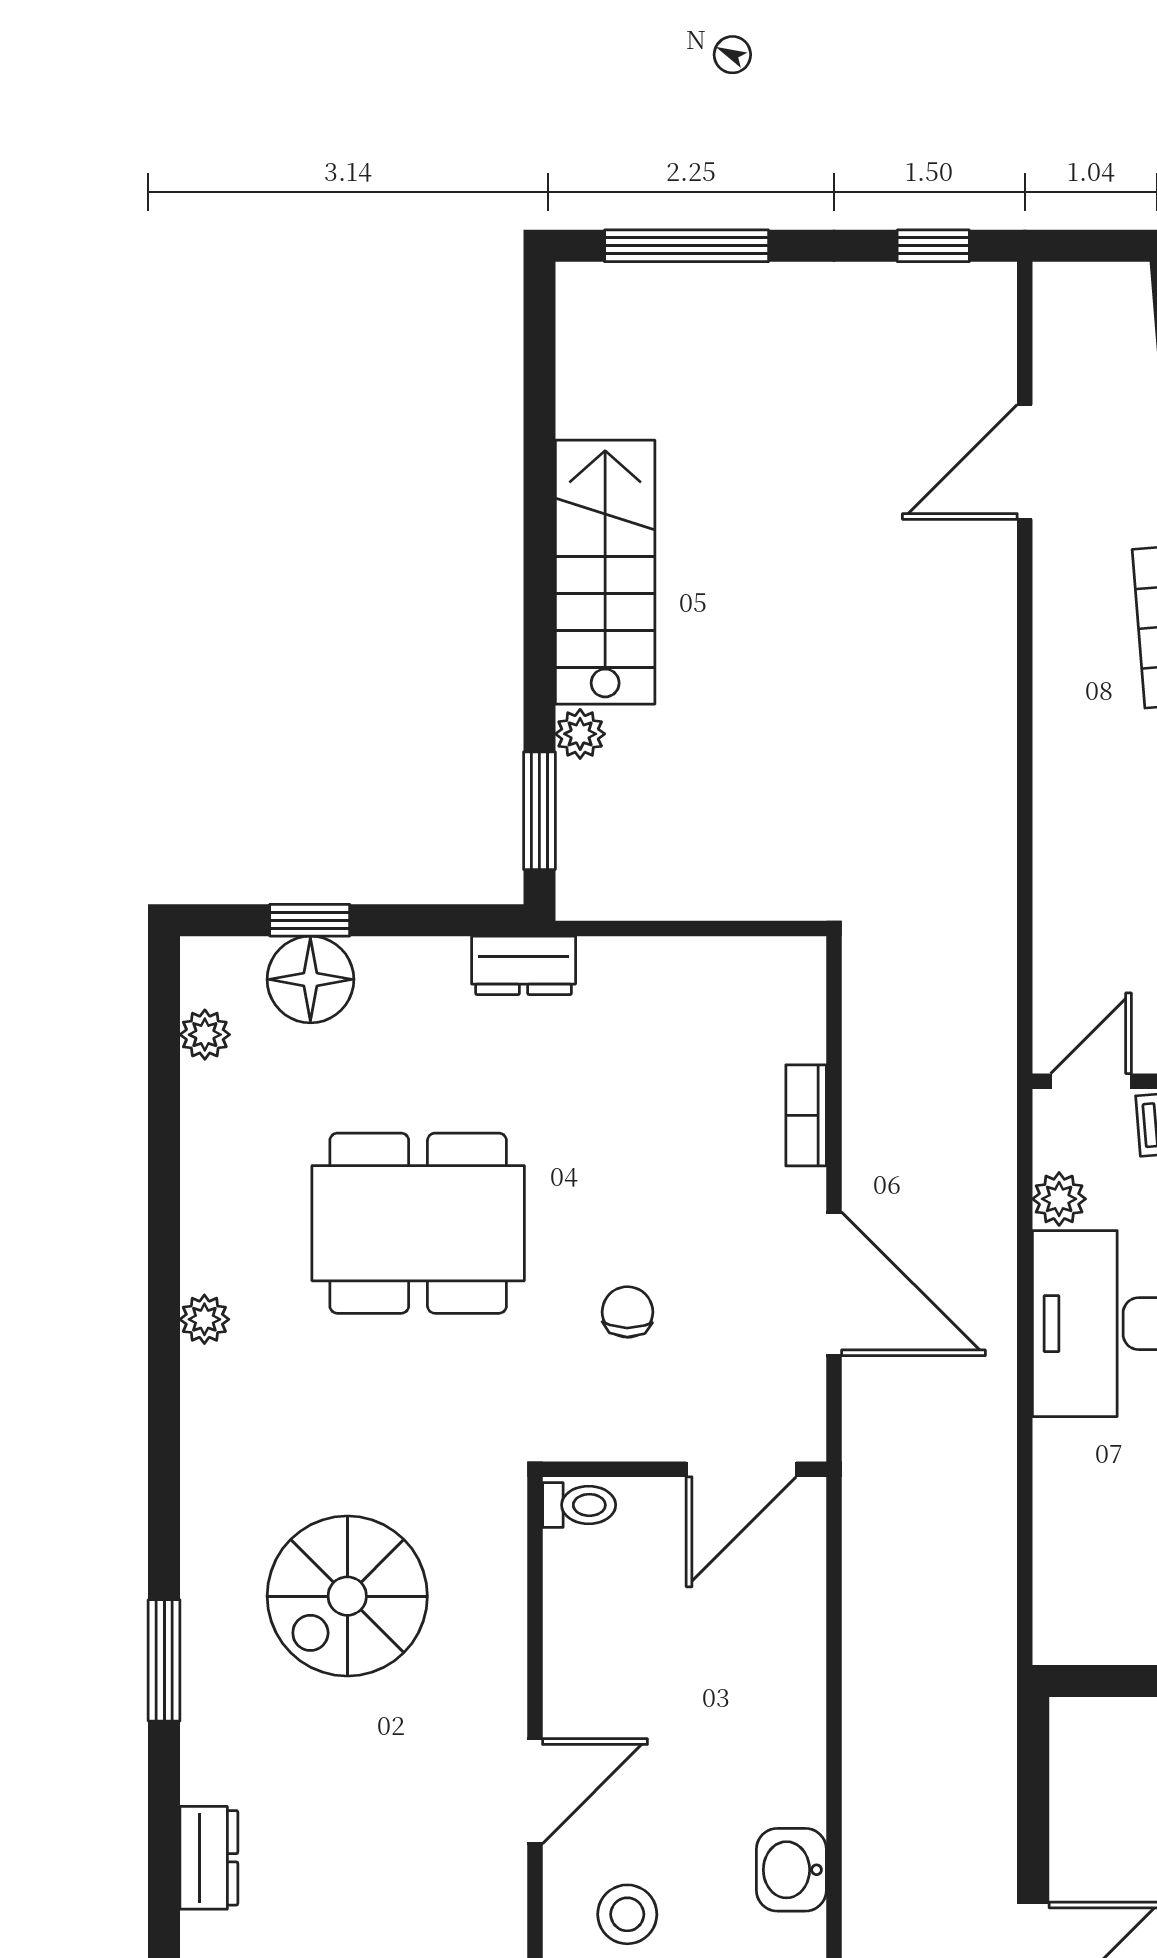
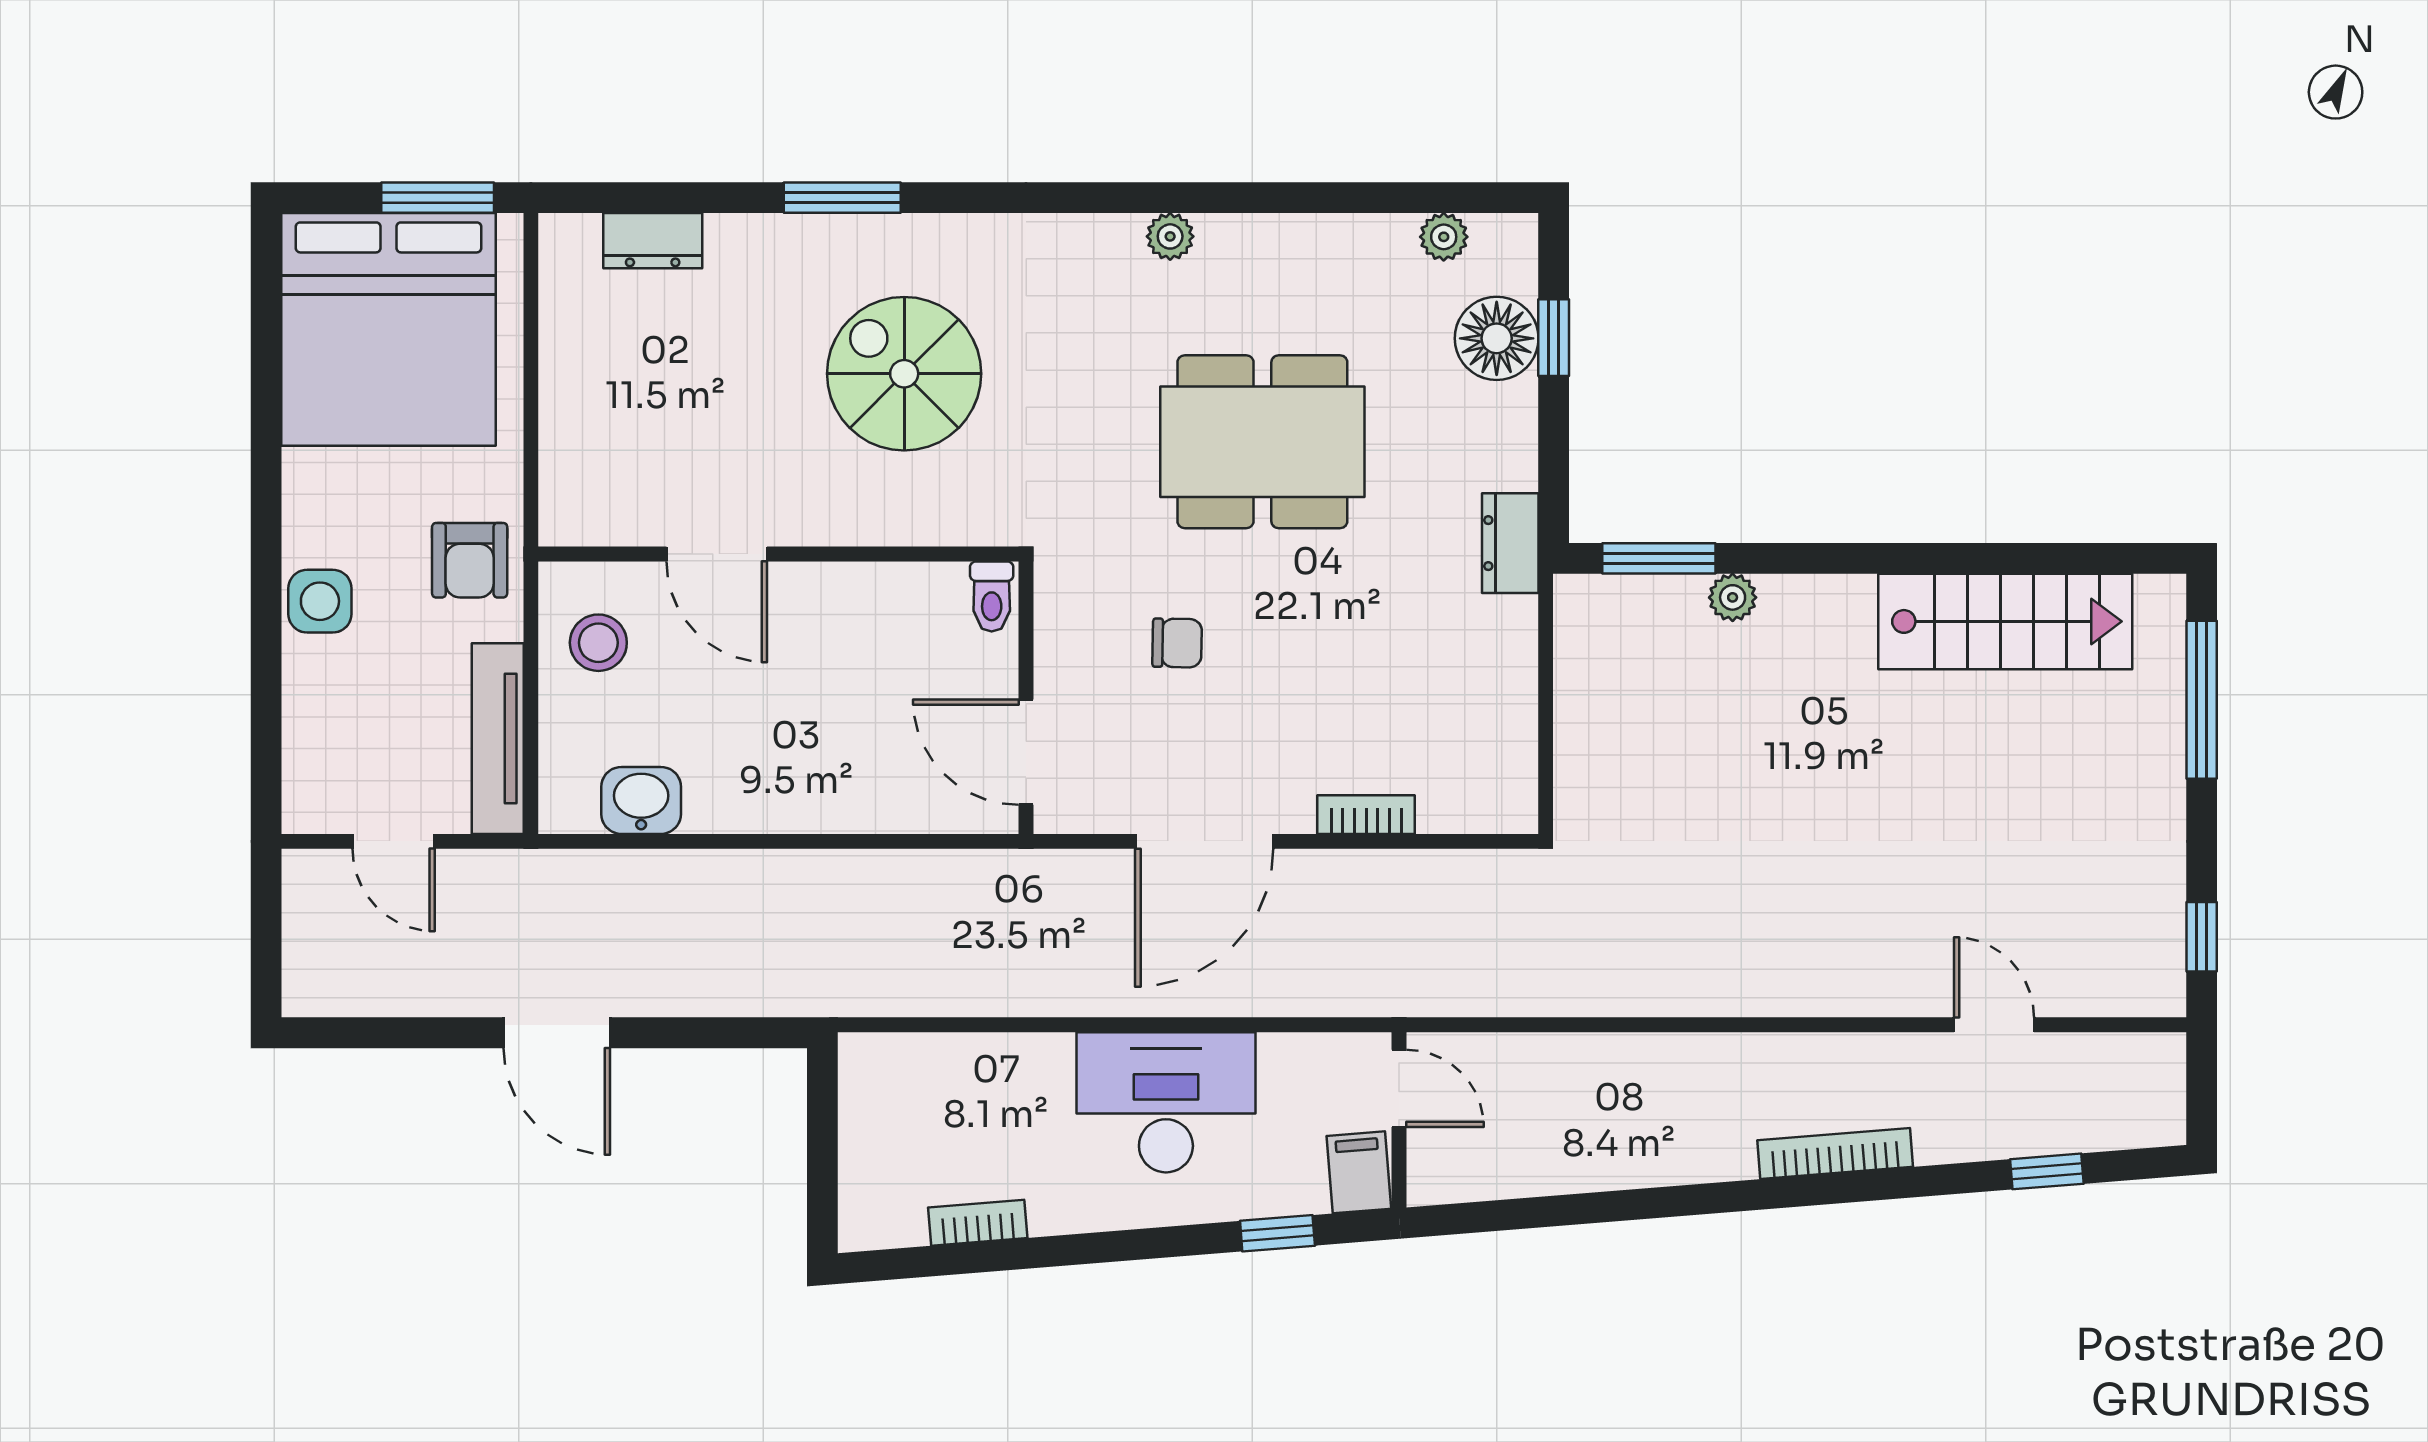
door: (1025, 462) -> (1994, 1025), width x0.73
stairs: (605, 572) -> (2005, 621), moved
plant: (1059, 1199) -> (1286, 1058), removed
dining table: (418, 1223) -> (1262, 442), turned 90

